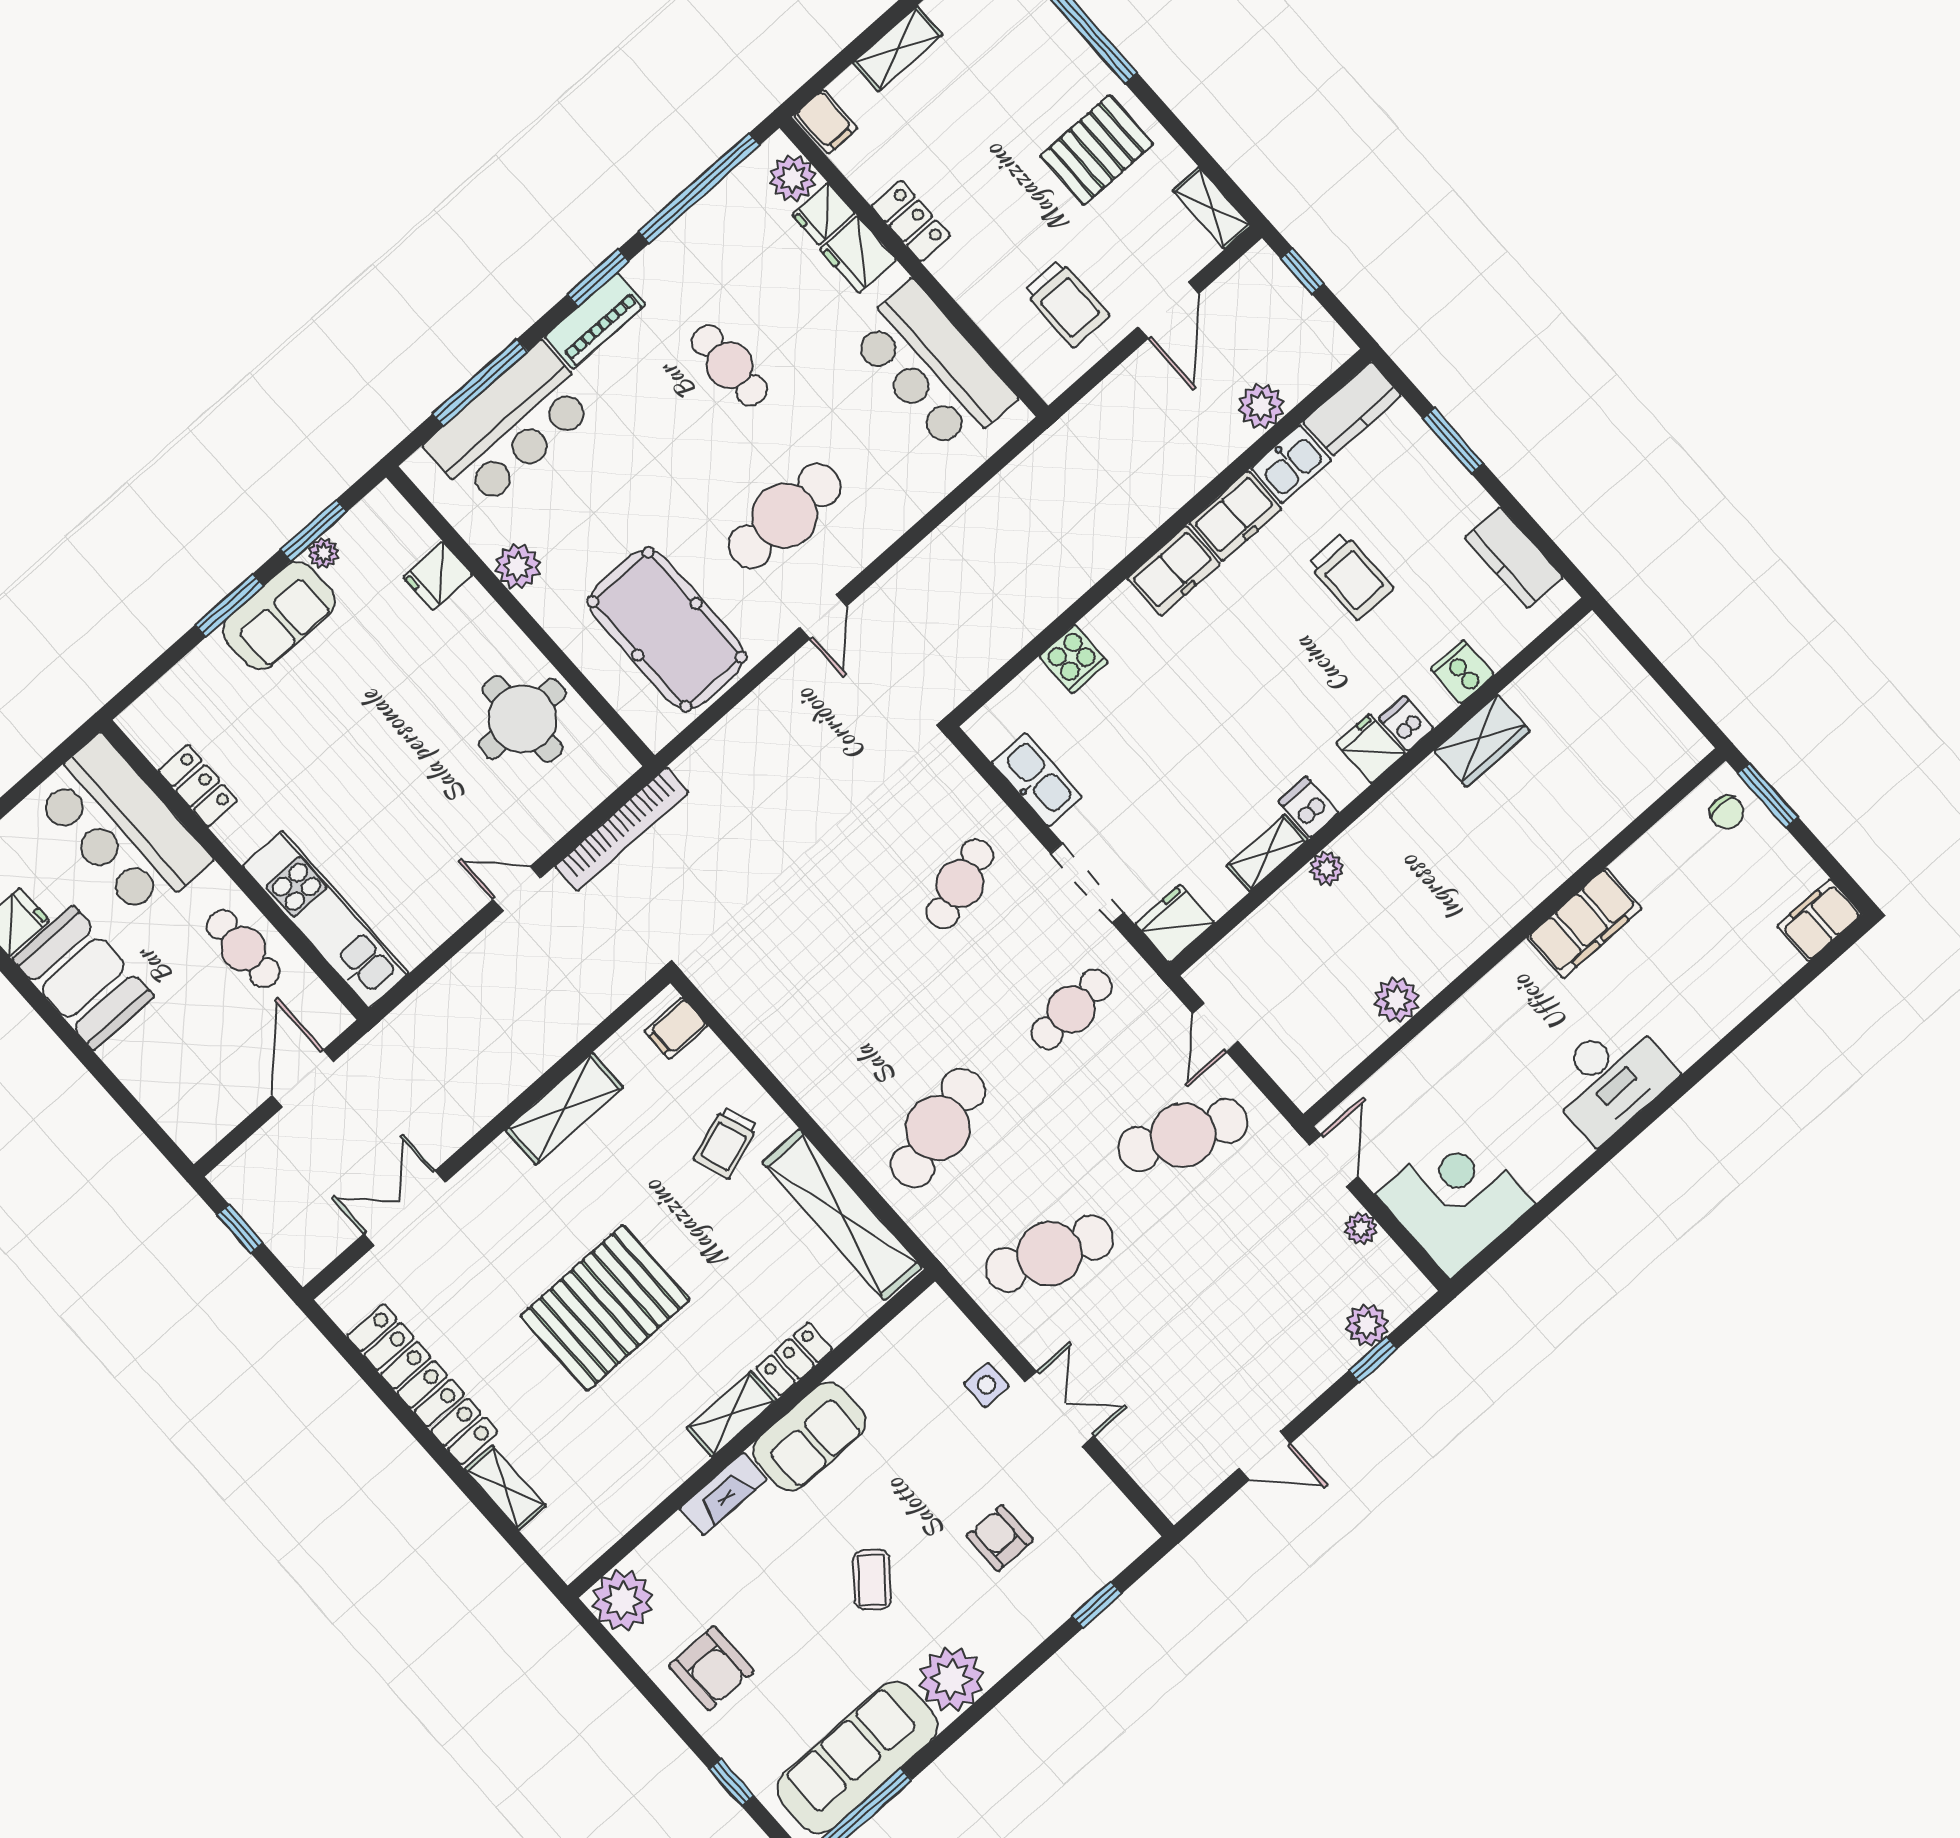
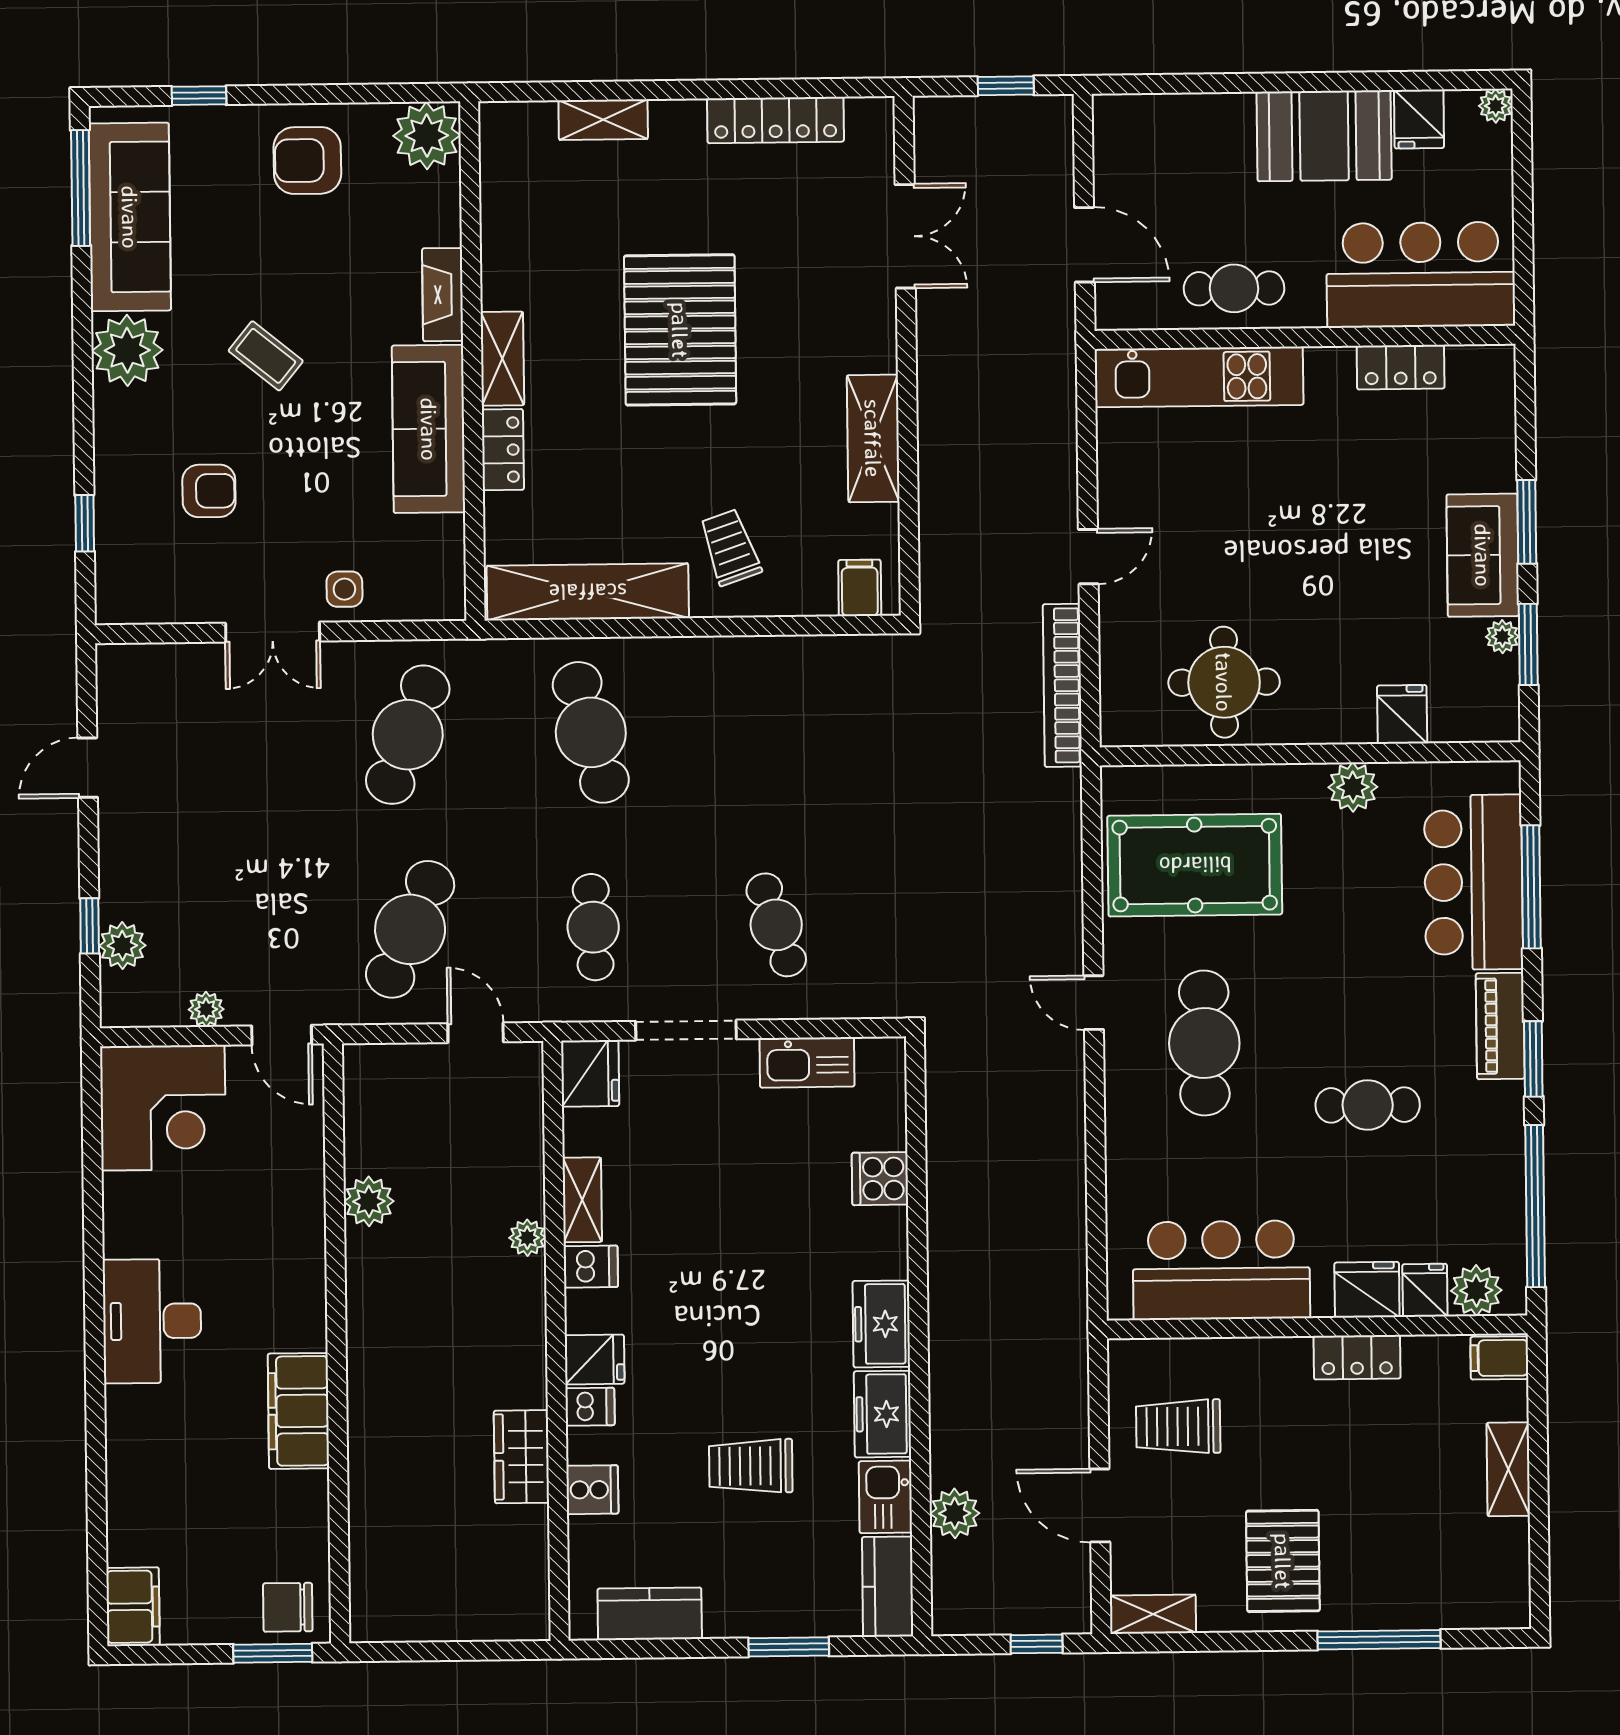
chair: (1727, 812) -> (288, 1607), width x1.37, depth x1.37
locker: (422, 1384) -> (775, 120), width x0.71, depth x0.83
sofa: (810, 1437) -> (429, 429), width x1.36

